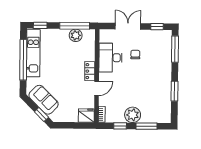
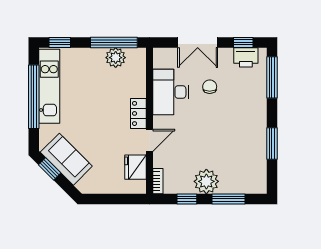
double door: (128, 26) -> (198, 42), swing flipped
printer: (159, 36) -> (246, 57), added
window: (41, 114) -> (50, 169), moved
fridge: (86, 116) -> (135, 167), moved, turned -90

